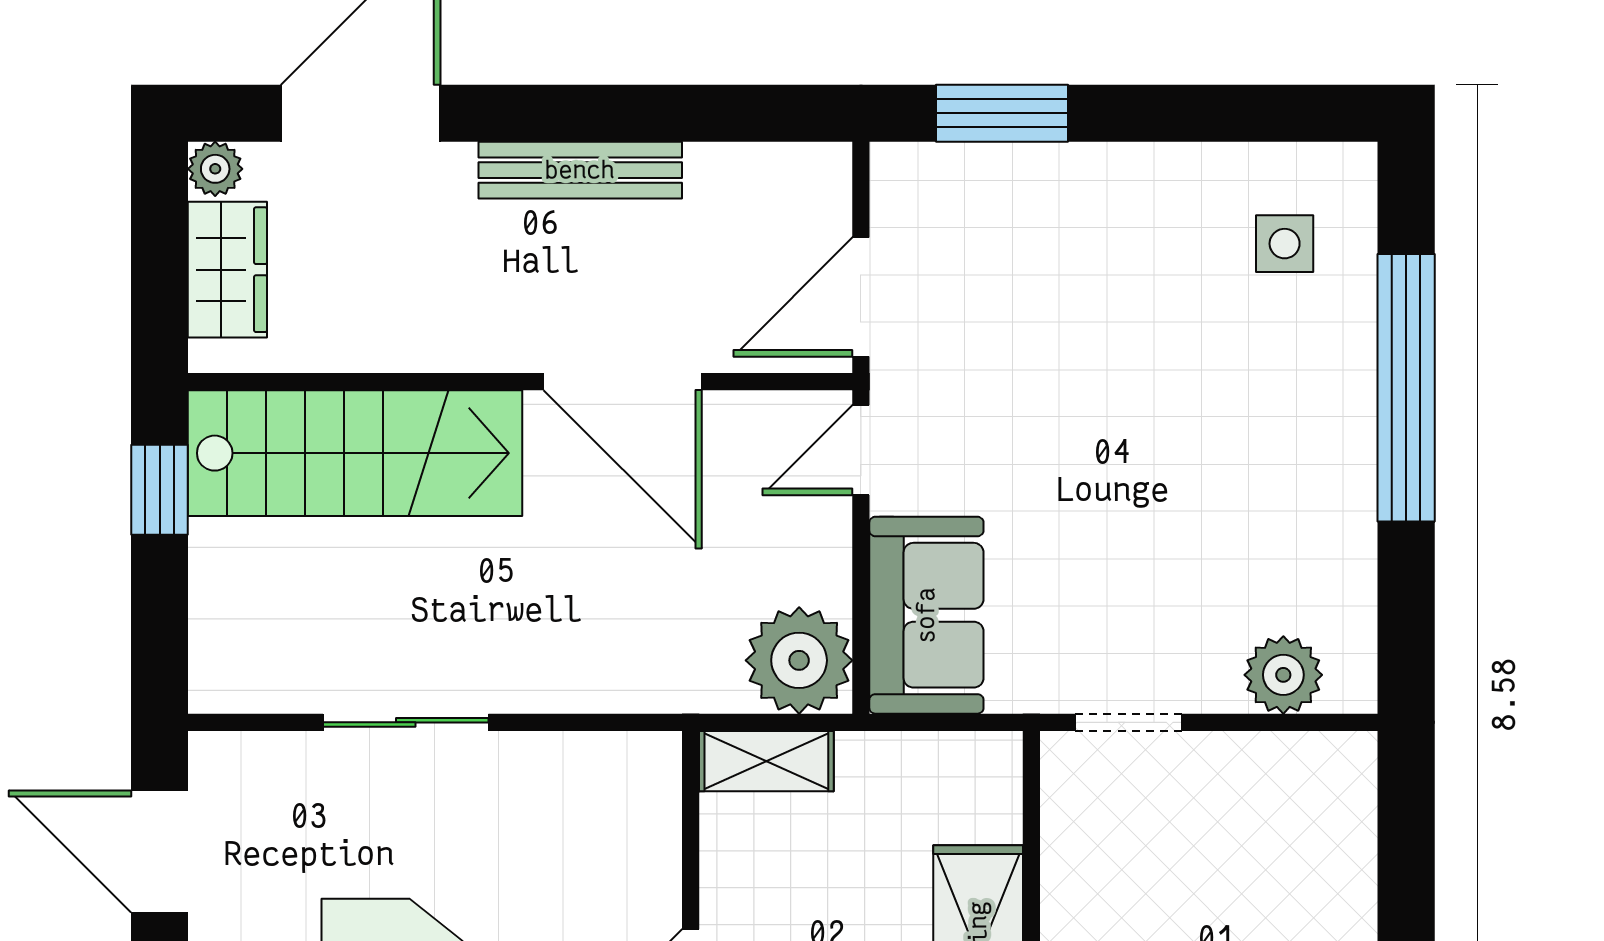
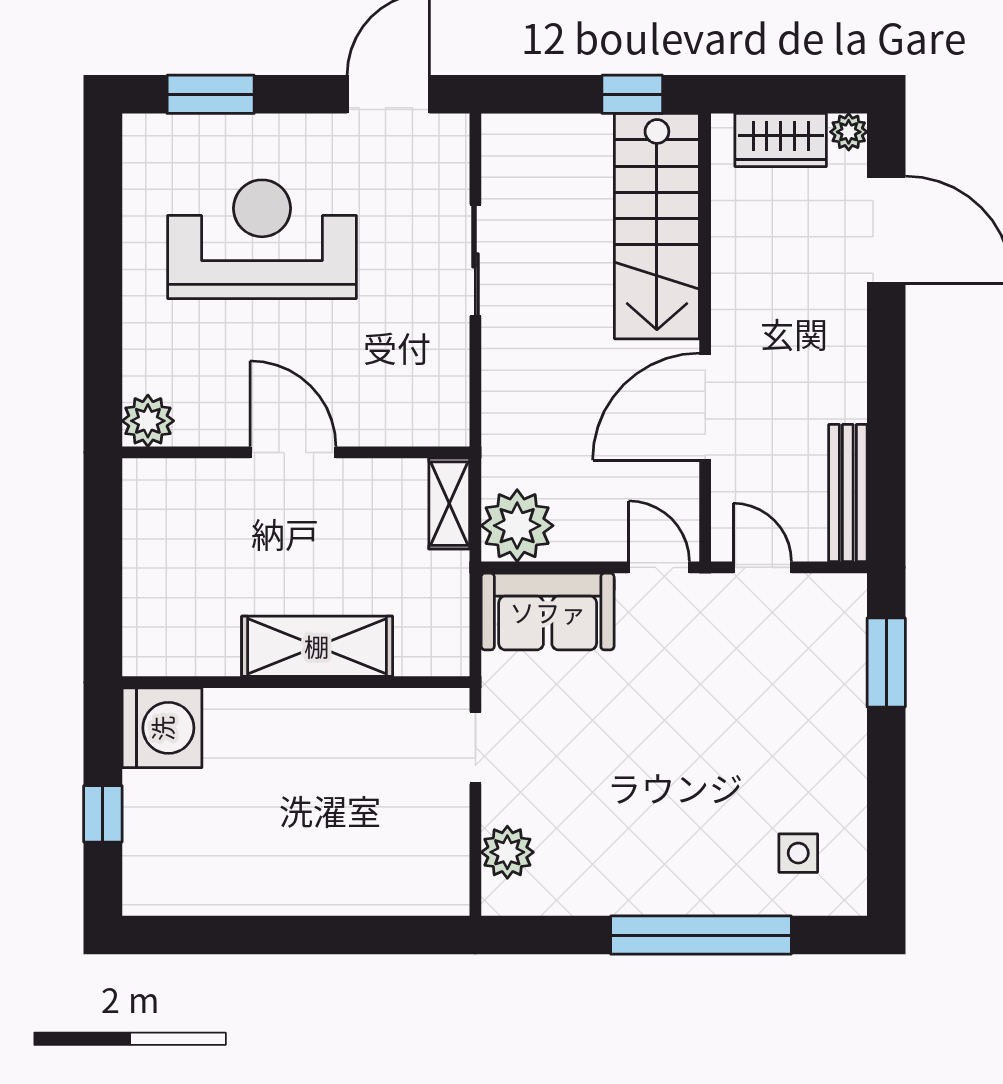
bench: (580, 170) -> (848, 493), moved
door: (861, 297) -> (762, 567), width x0.73

